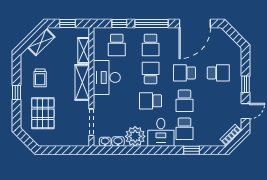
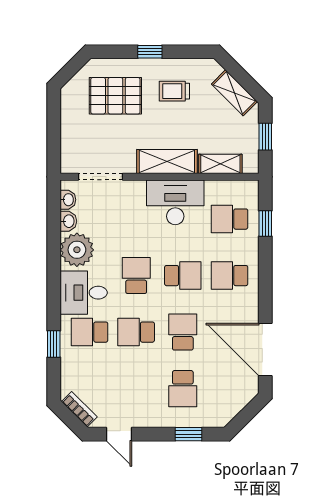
window: (152, 24) -> (265, 277), removed
window: (246, 84) -> (188, 434), moved

